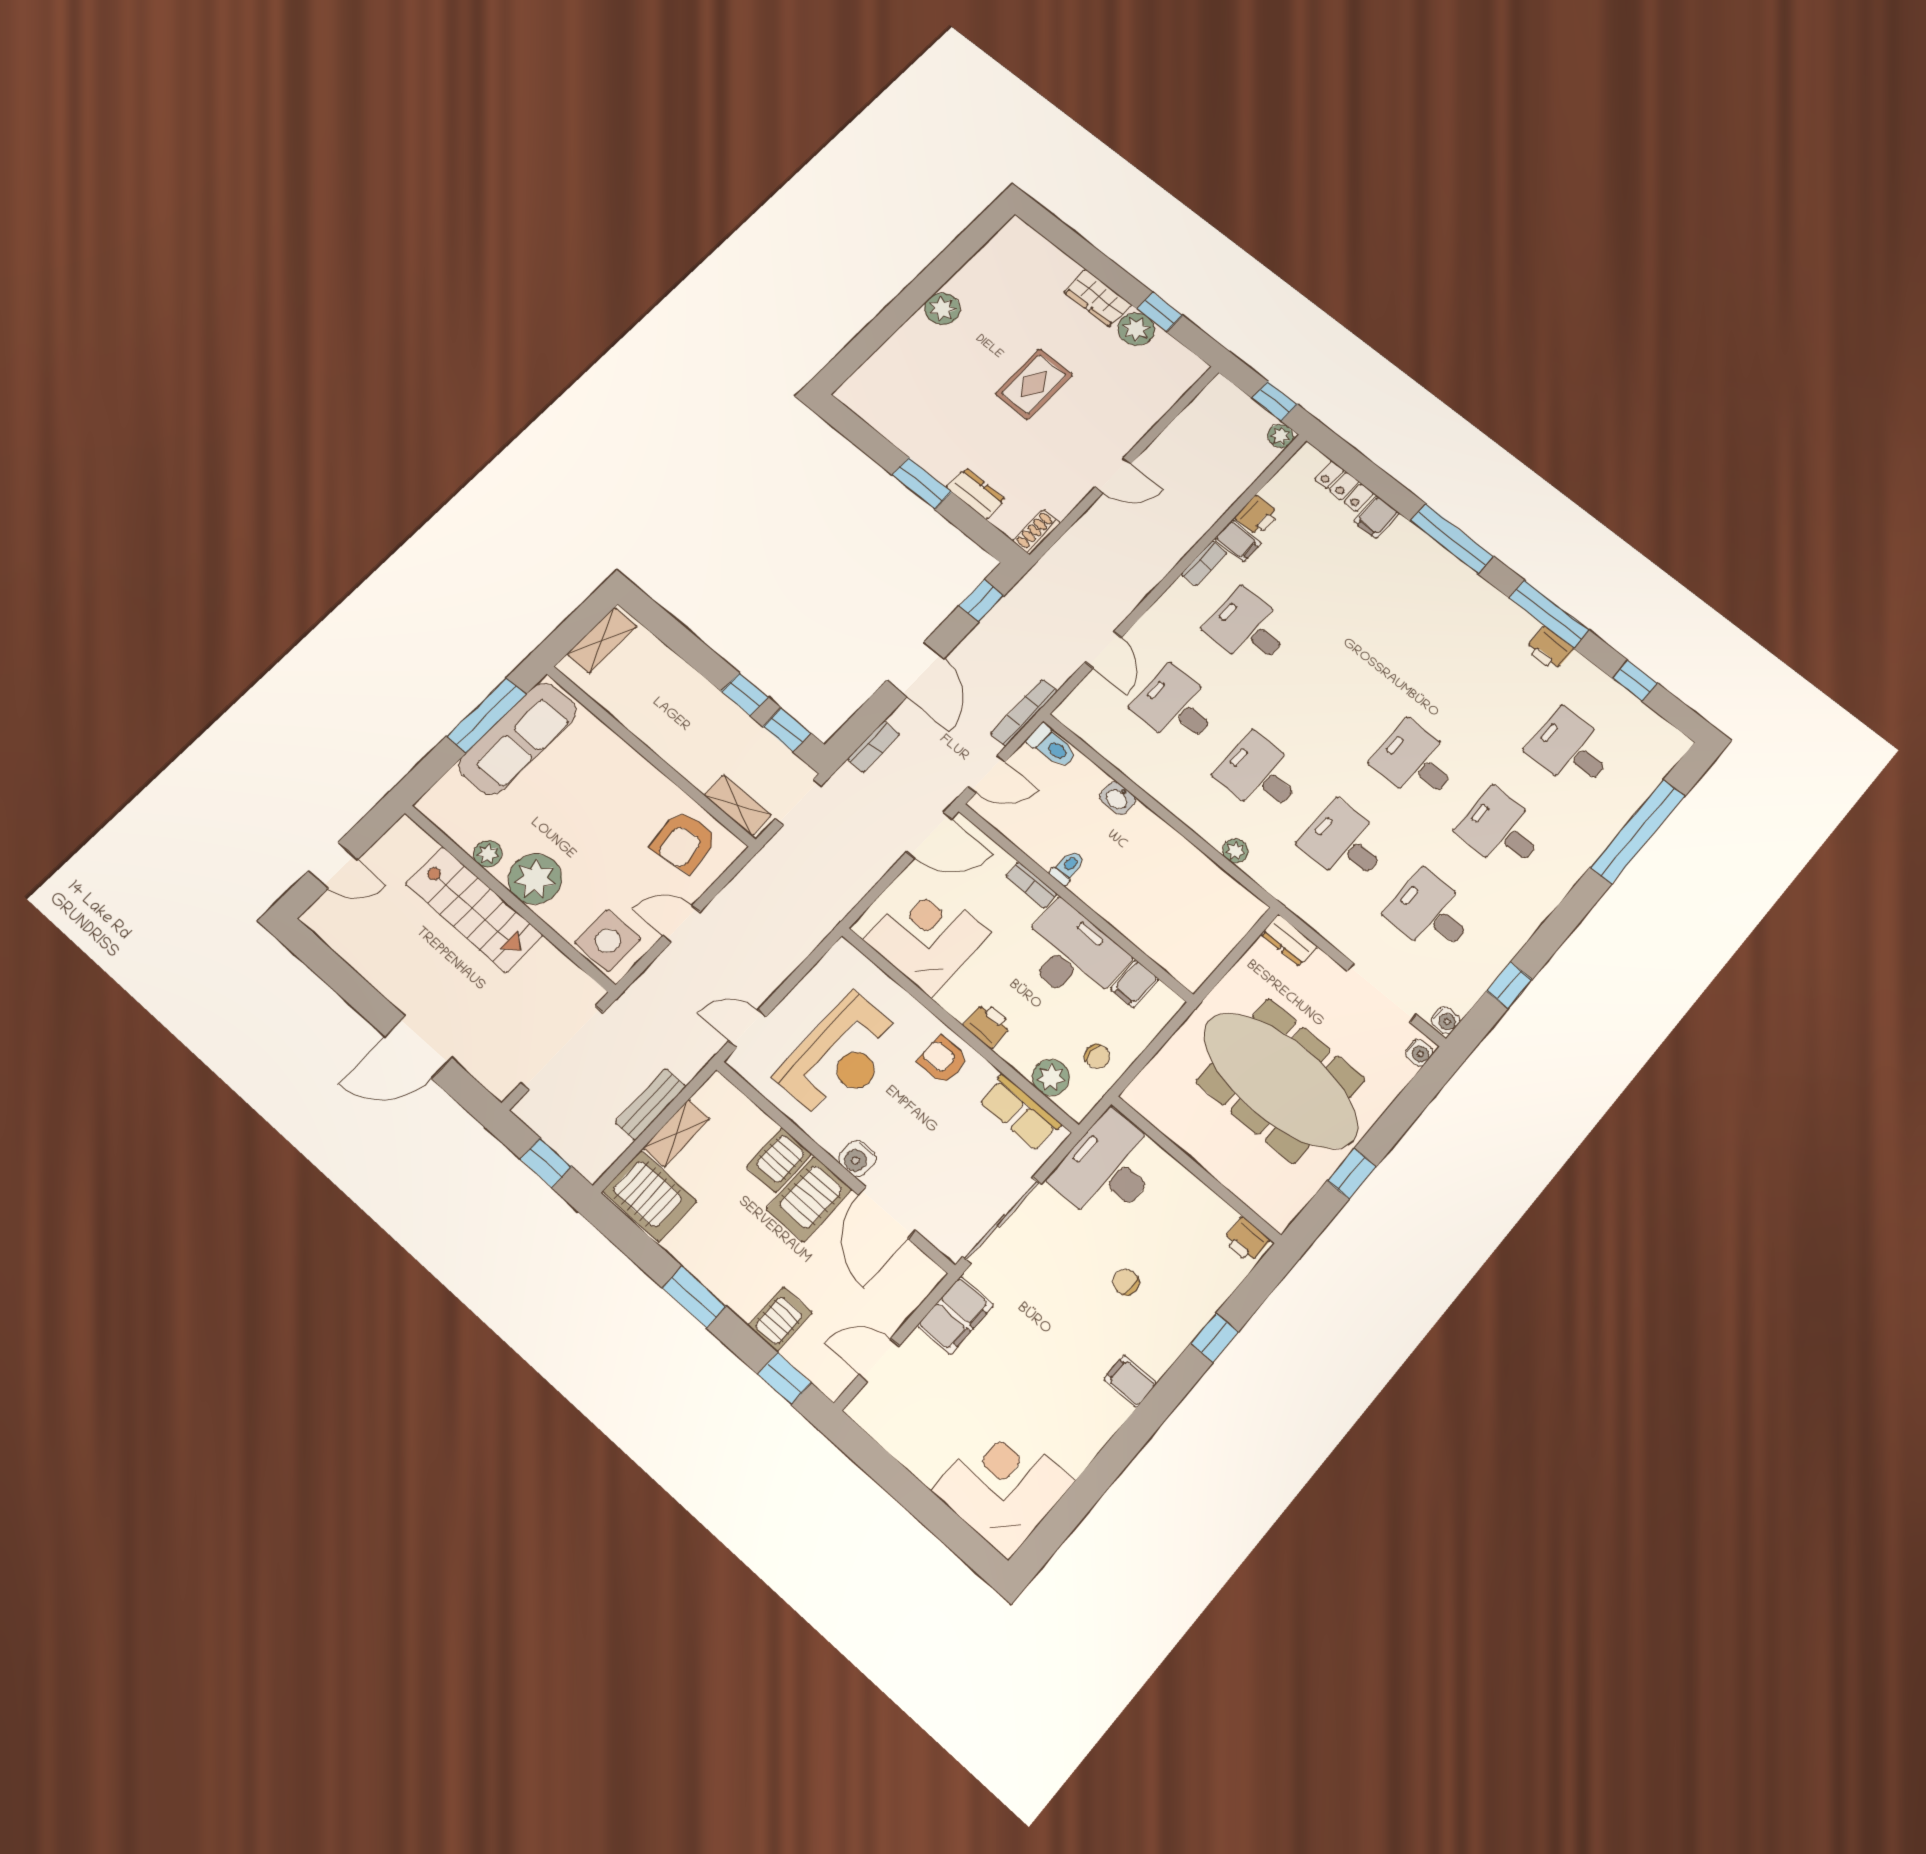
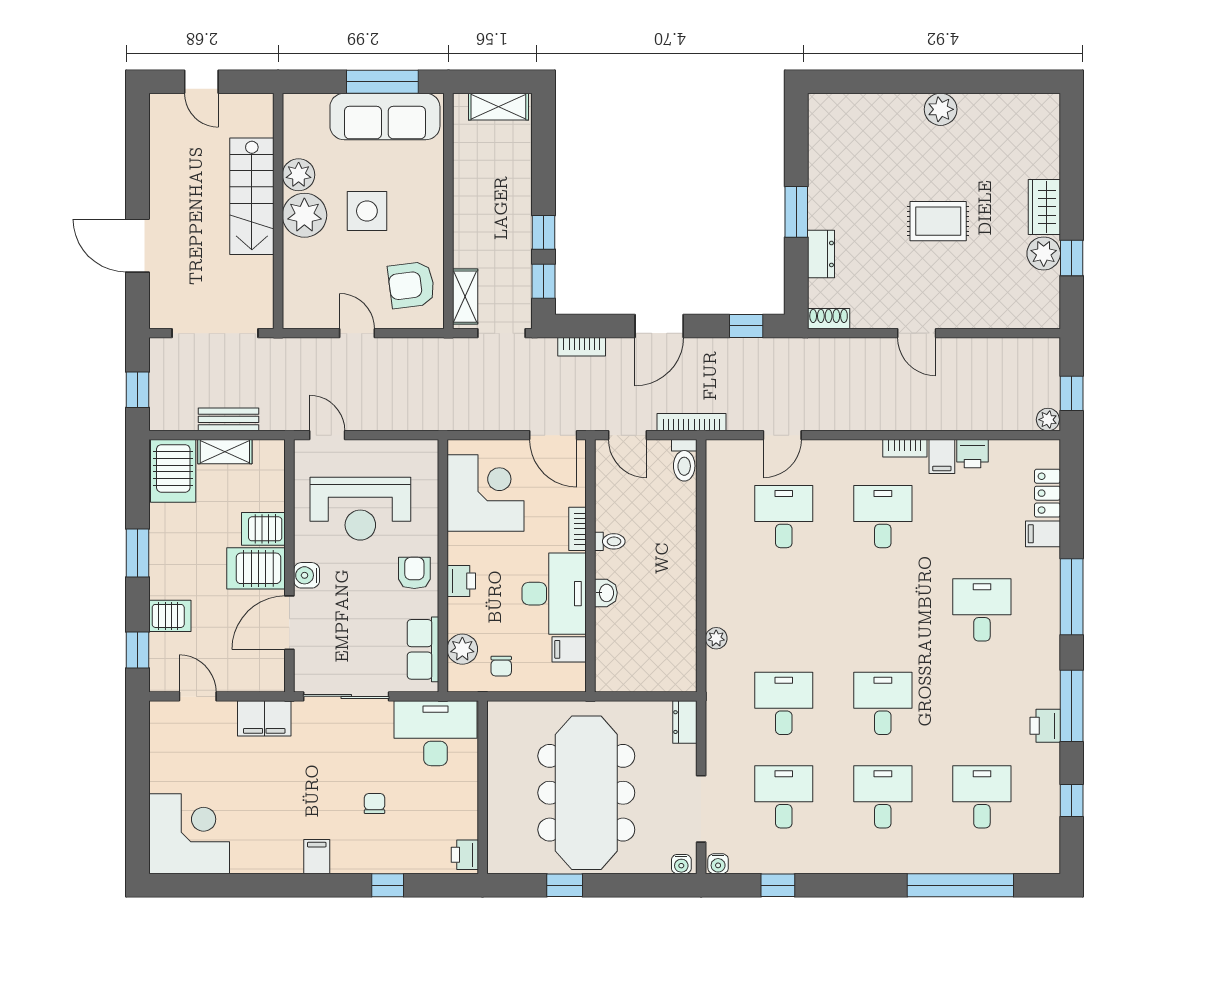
desk: (1260, 774) -> (982, 610), moved
washbasin: (1118, 798) -> (606, 593), moved, turned 180
plant: (488, 854) -> (299, 175), width x1.38, depth x1.38
side table: (608, 941) -> (367, 211), moved

